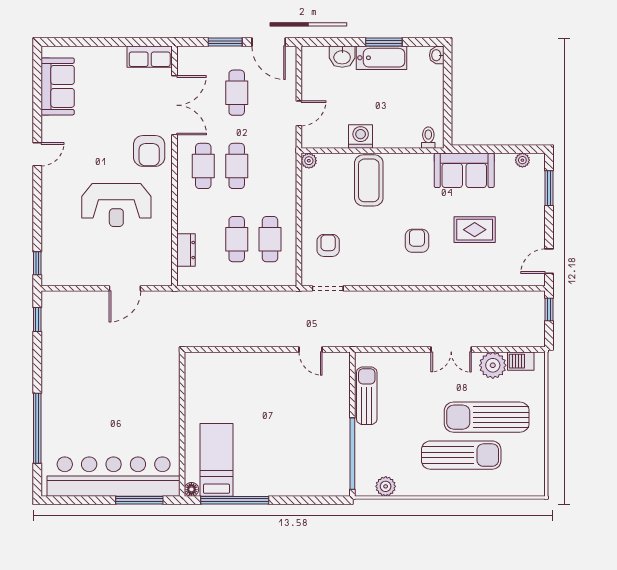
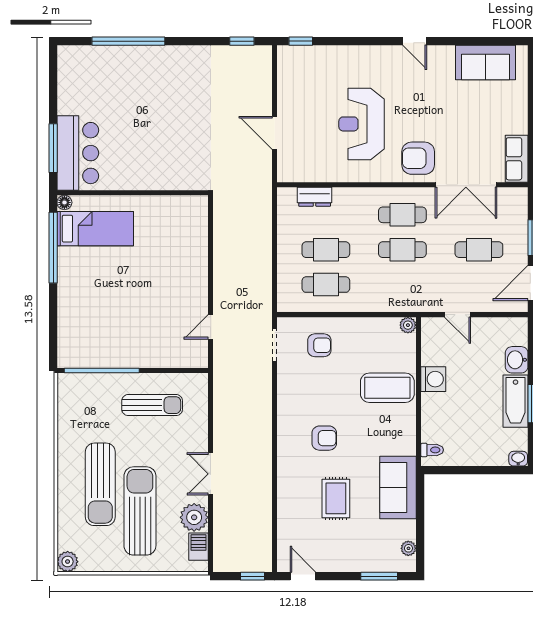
sun lounger: (367, 396) -> (152, 405), moved
bar counter: (114, 477) -> (78, 153), width x0.54
plant: (386, 486) -> (68, 562), moved

